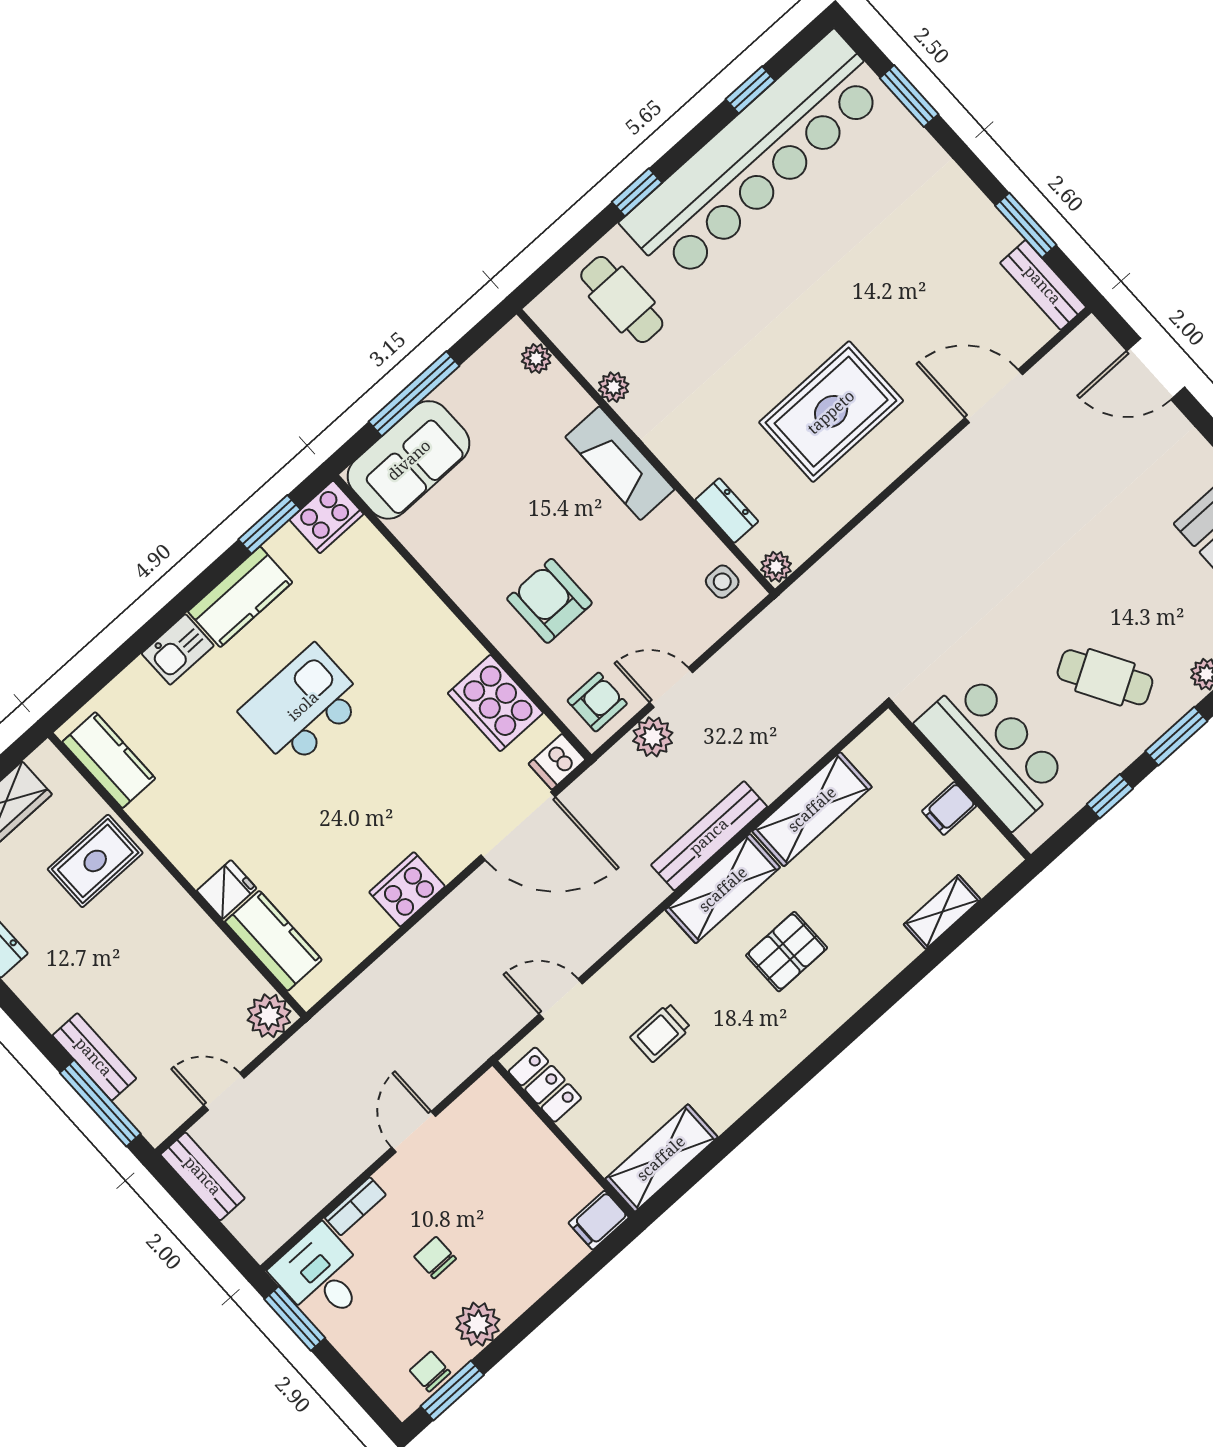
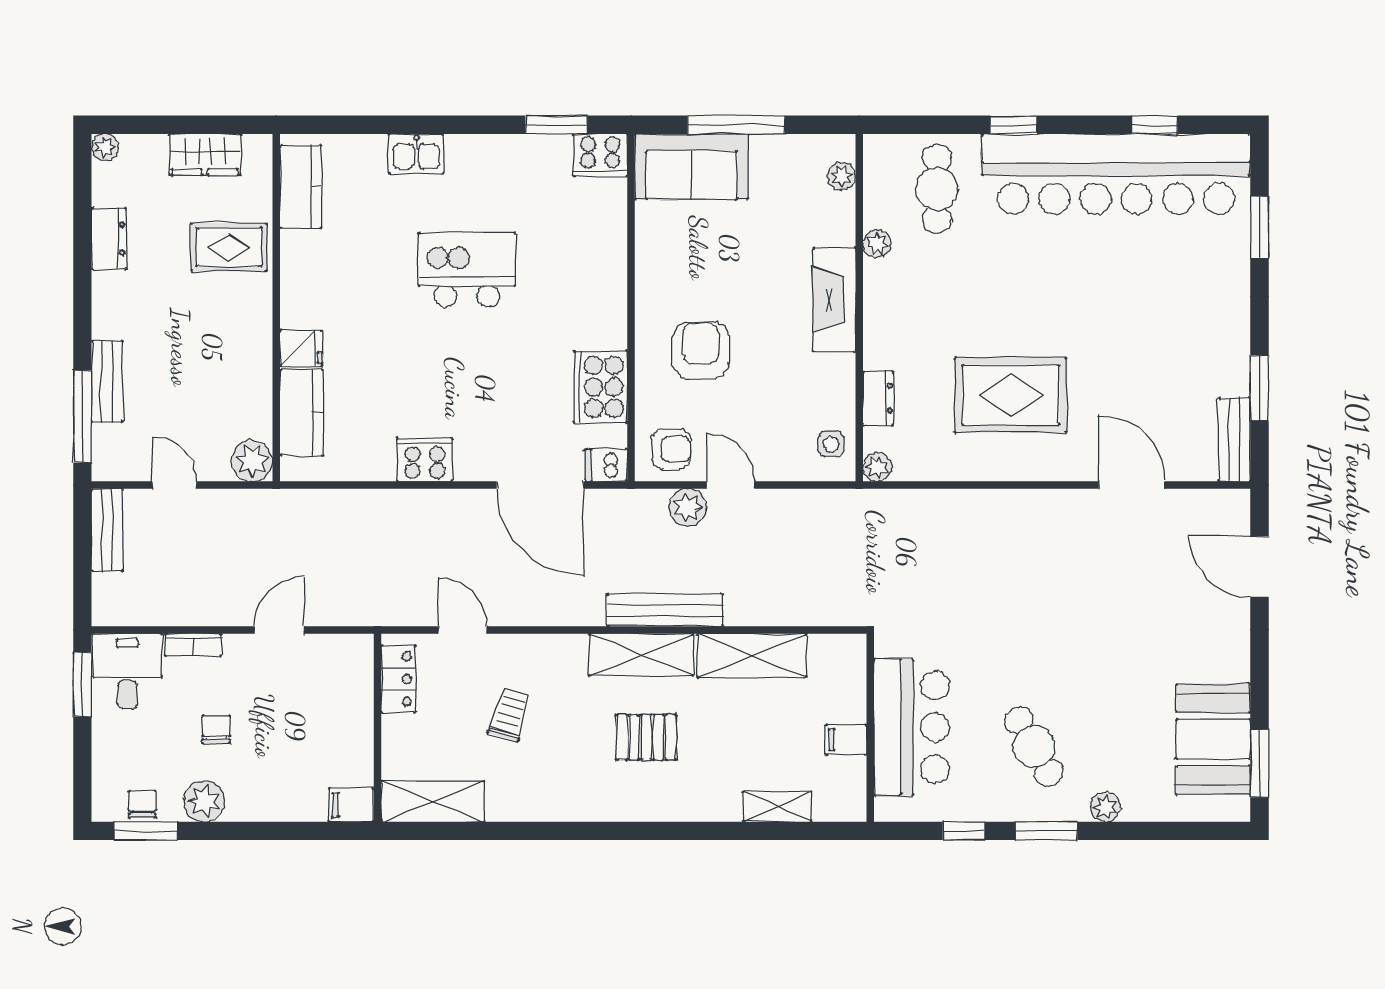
kitchen counter: (240, 597) -> (492, 156), removed
trolley: (661, 1033) -> (510, 715), turned 107

